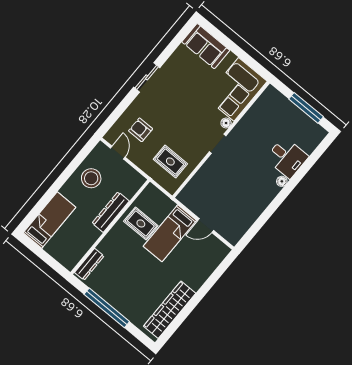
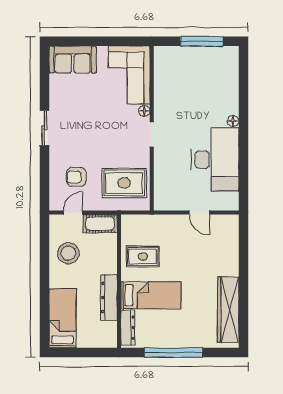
door: (118, 153) -> (73, 213), hinge flipped
desk: (287, 157) -> (215, 160), moved, width x1.87, depth x1.30
rug: (170, 162) -> (124, 183), width x1.36, depth x1.43
cot: (130, 176) -> (100, 224), added
dresser: (111, 212) -> (109, 297), moved
door: (206, 226) -> (199, 213), hinge flipped
bed: (170, 233) -> (151, 295), moved, turned -90

